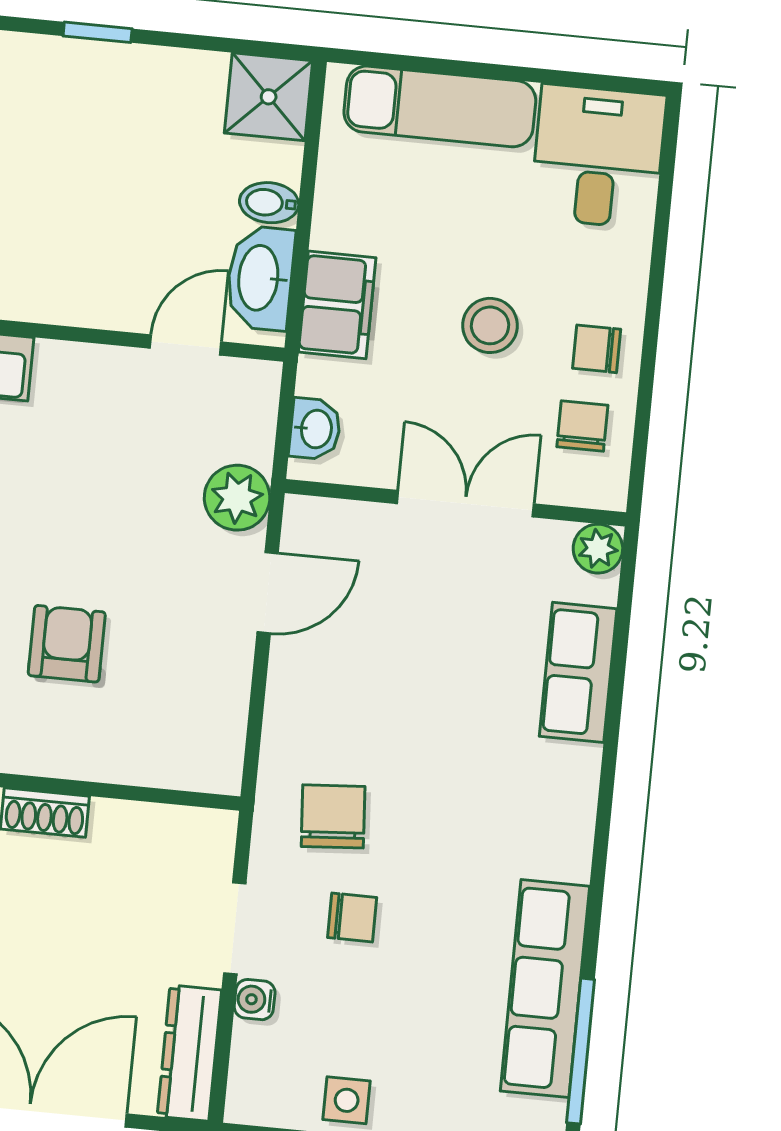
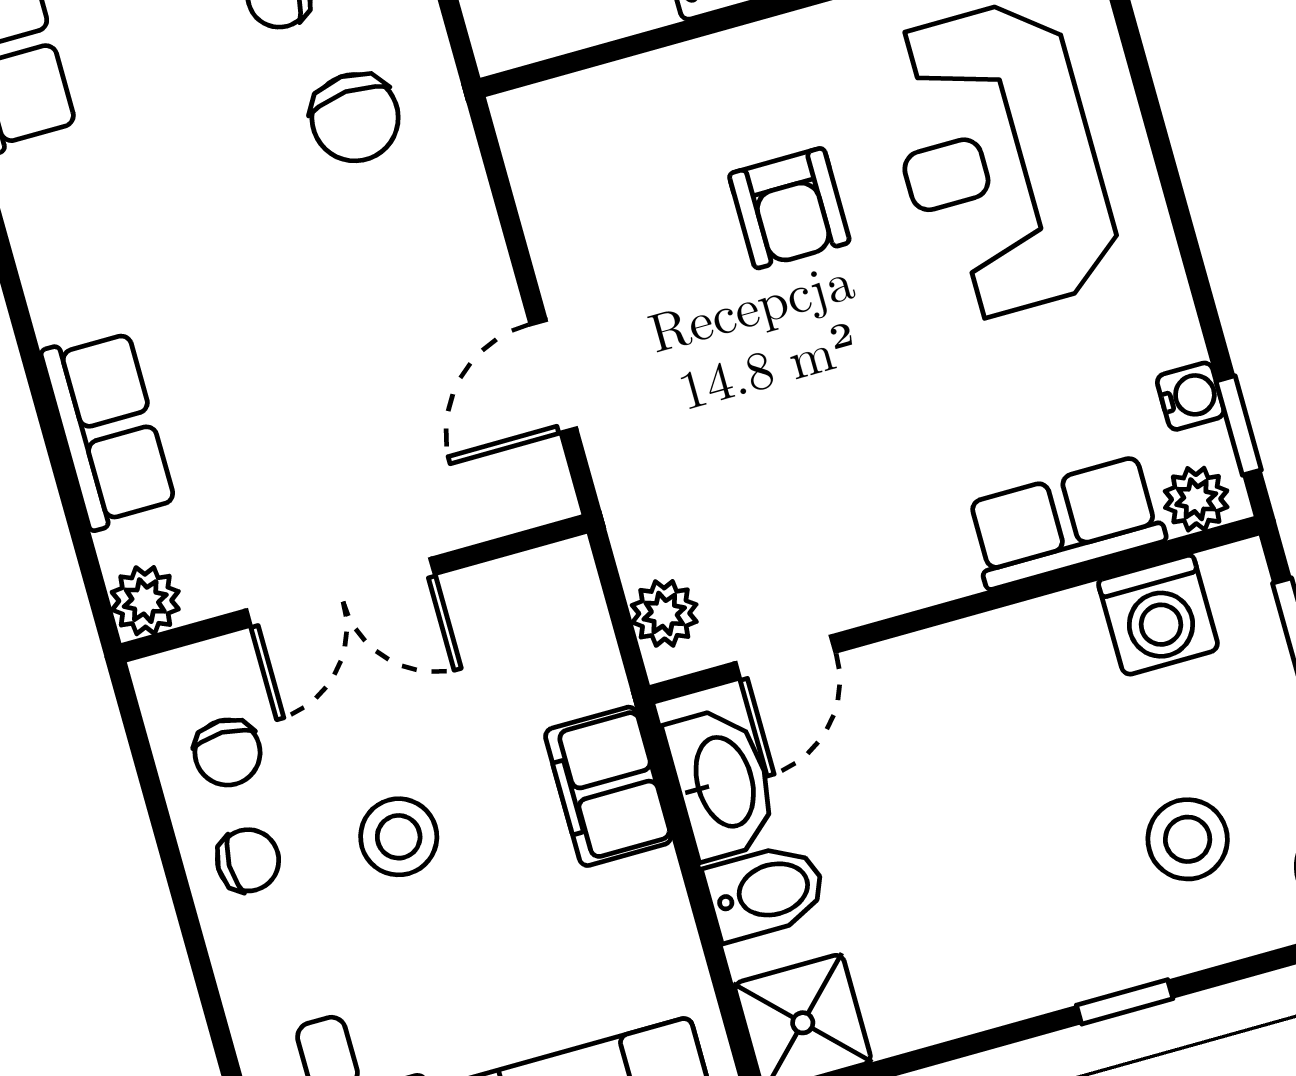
window: (98, 32) -> (1125, 1002), moved
bidet: (269, 203) -> (766, 892), width x1.38, depth x1.36
washbasin: (315, 429) -> (574, 614), removed
plant: (237, 498) -> (664, 613), moved, width x0.73, depth x0.73

